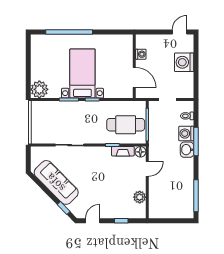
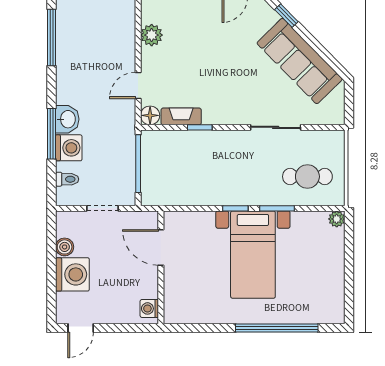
washing machine: (141, 54) -> (149, 308), moved
boiler: (189, 78) -> (65, 247), added
plant: (39, 89) -> (337, 219), width x0.53, depth x0.53
cafe table: (126, 125) -> (307, 177), moved, width x0.73, depth x0.74

